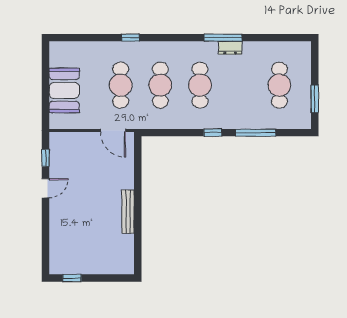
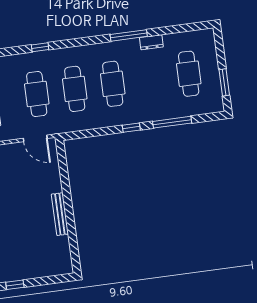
dresser: (230, 48) -> (151, 42), moved

